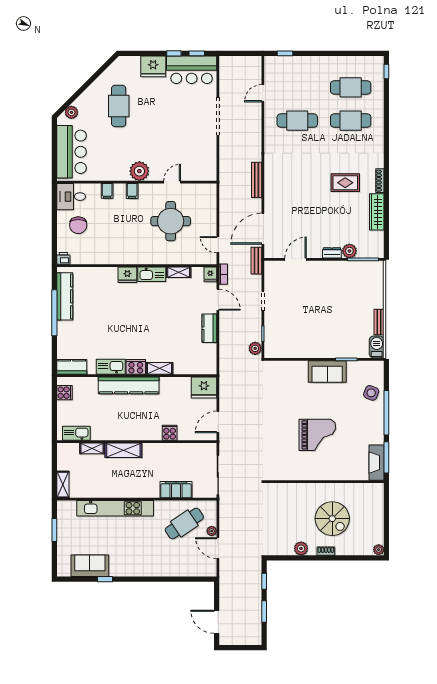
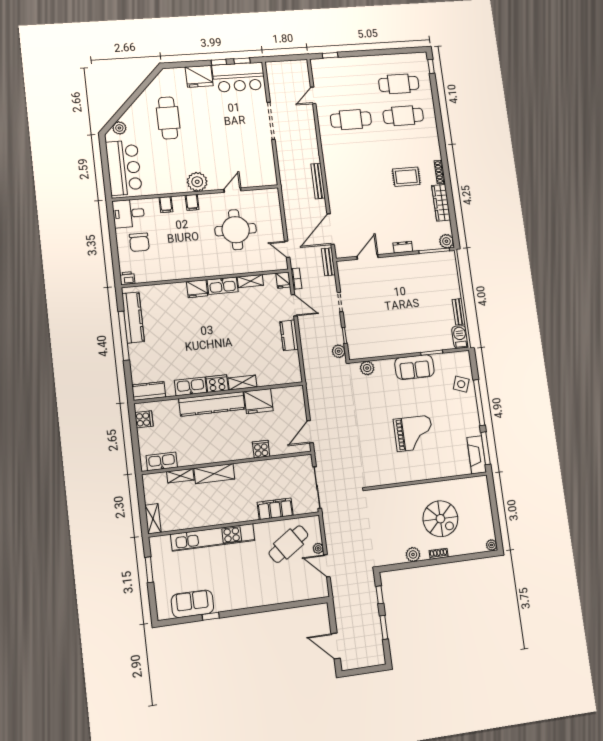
plant: (349, 251) -> (446, 241), moved
plant: (281, 367) -> (367, 368), added
fridge: (204, 387) -> (259, 401), moved

